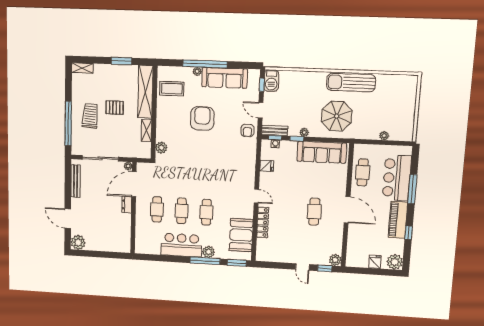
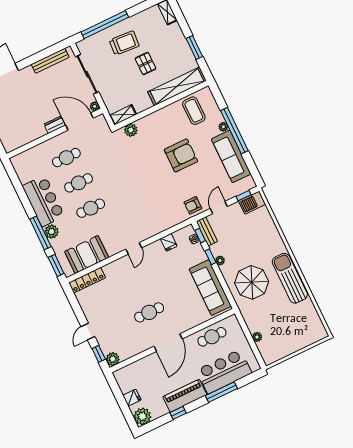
shelving: (147, 130) -> (123, 115), moved
locker: (263, 222) -> (87, 280), moved

